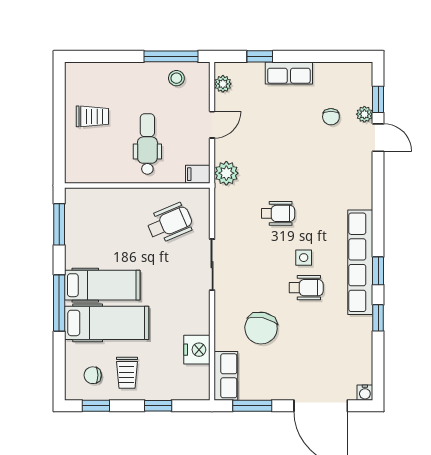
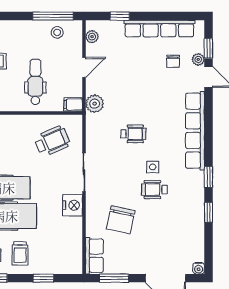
row of seats: (289, 73) -> (159, 29), width x2.02
row of seats: (360, 262) -> (195, 131), moved
wheelchair: (306, 288) -> (154, 190), turned 180
nightstand: (197, 350) -> (73, 205), moved

